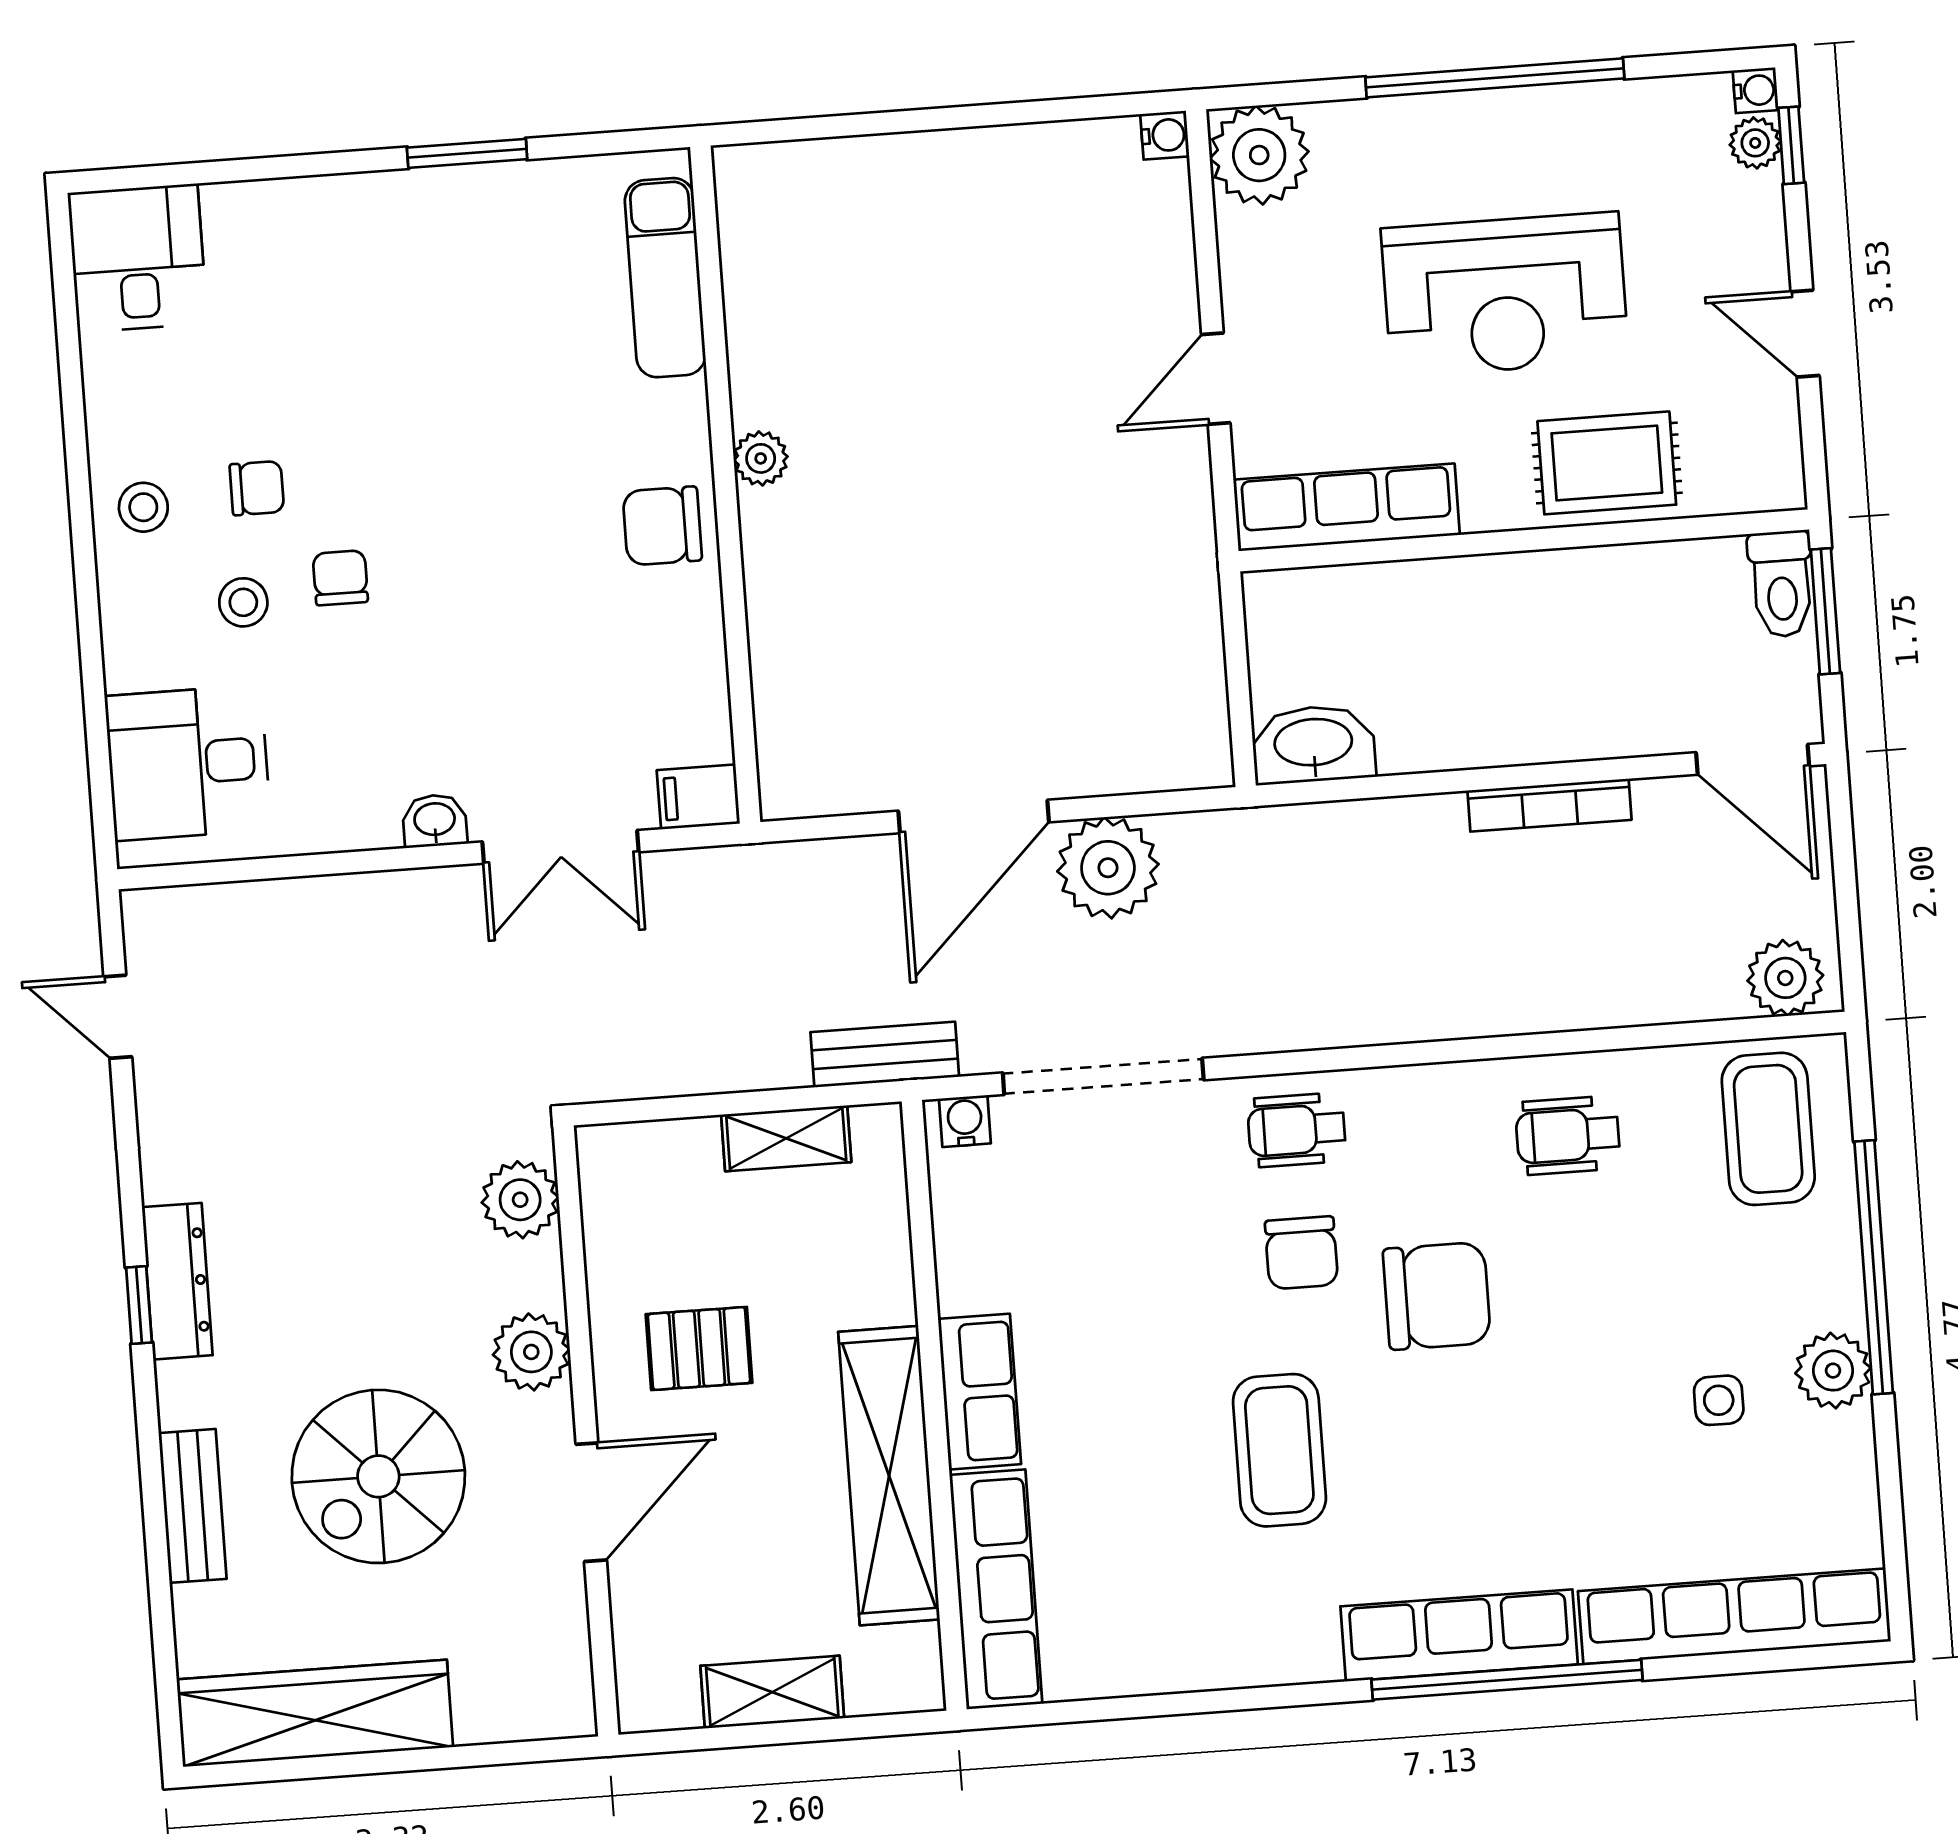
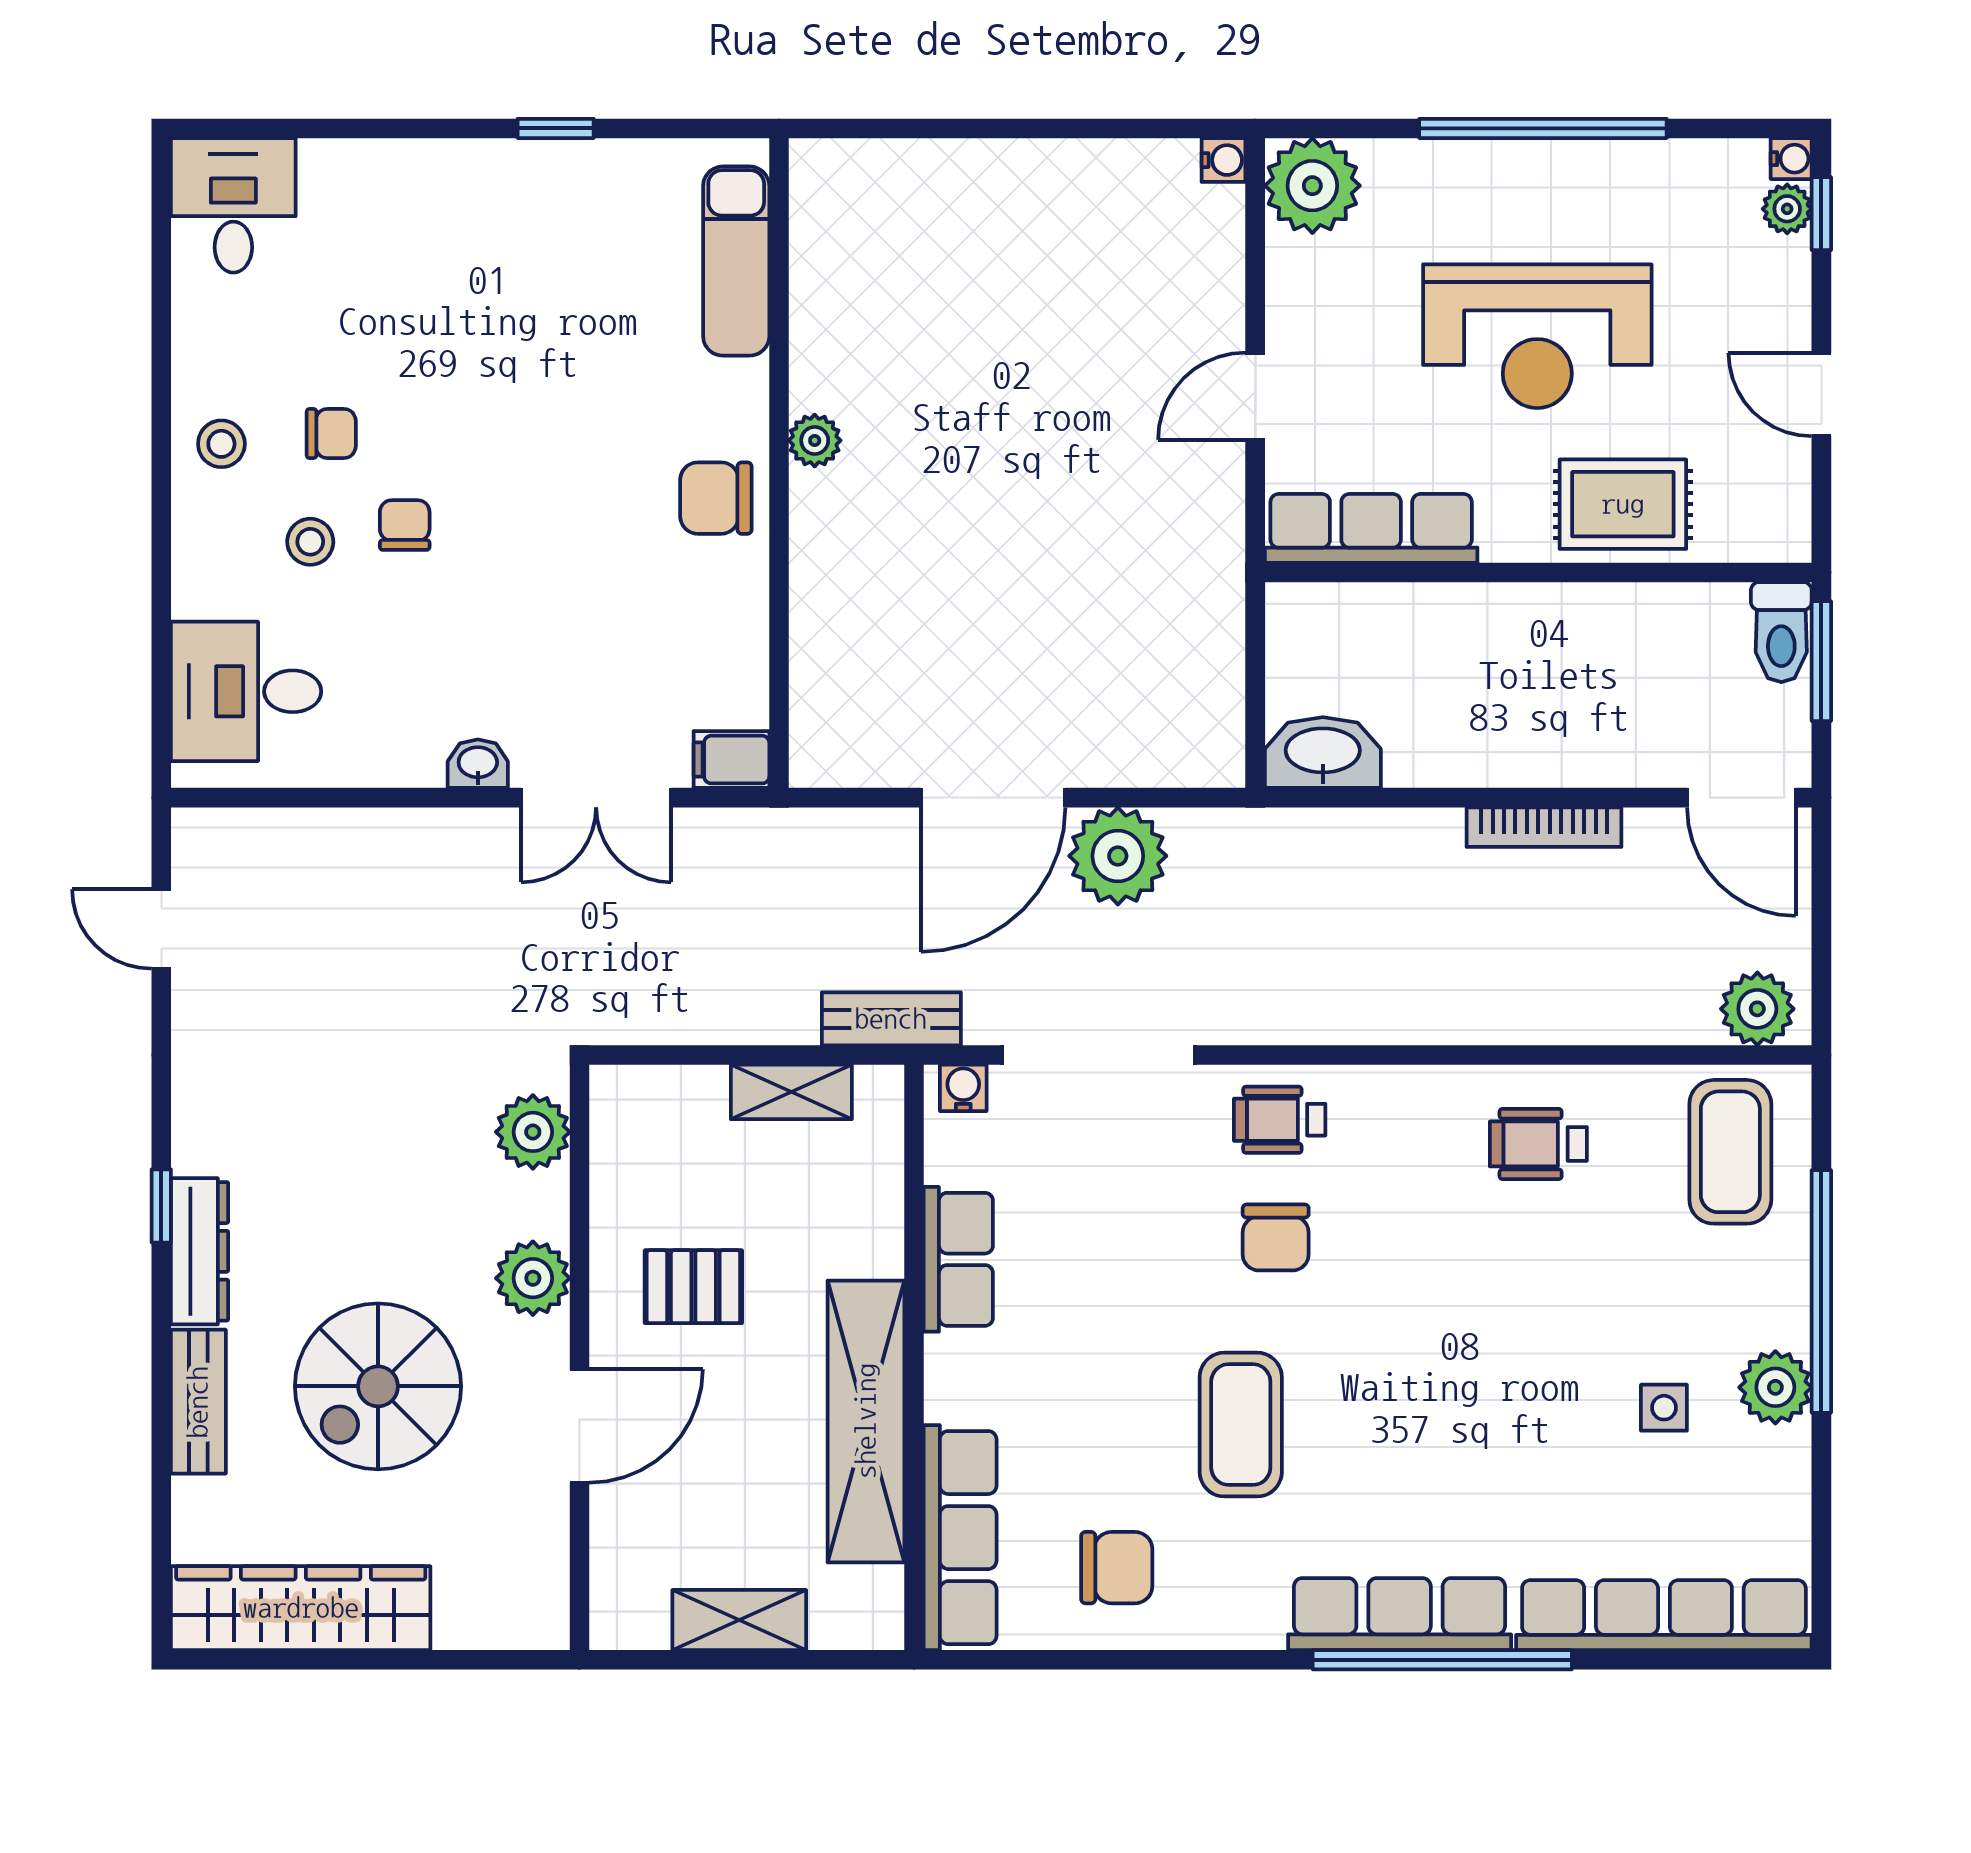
window: (467, 153) -> (556, 128), width x0.67
dresser: (177, 1281) -> (200, 1251), moved
chair: (1437, 1296) -> (1117, 1568), moved, width x0.73, depth x0.73
row of seats: (980, 1392) -> (958, 1259), moved

